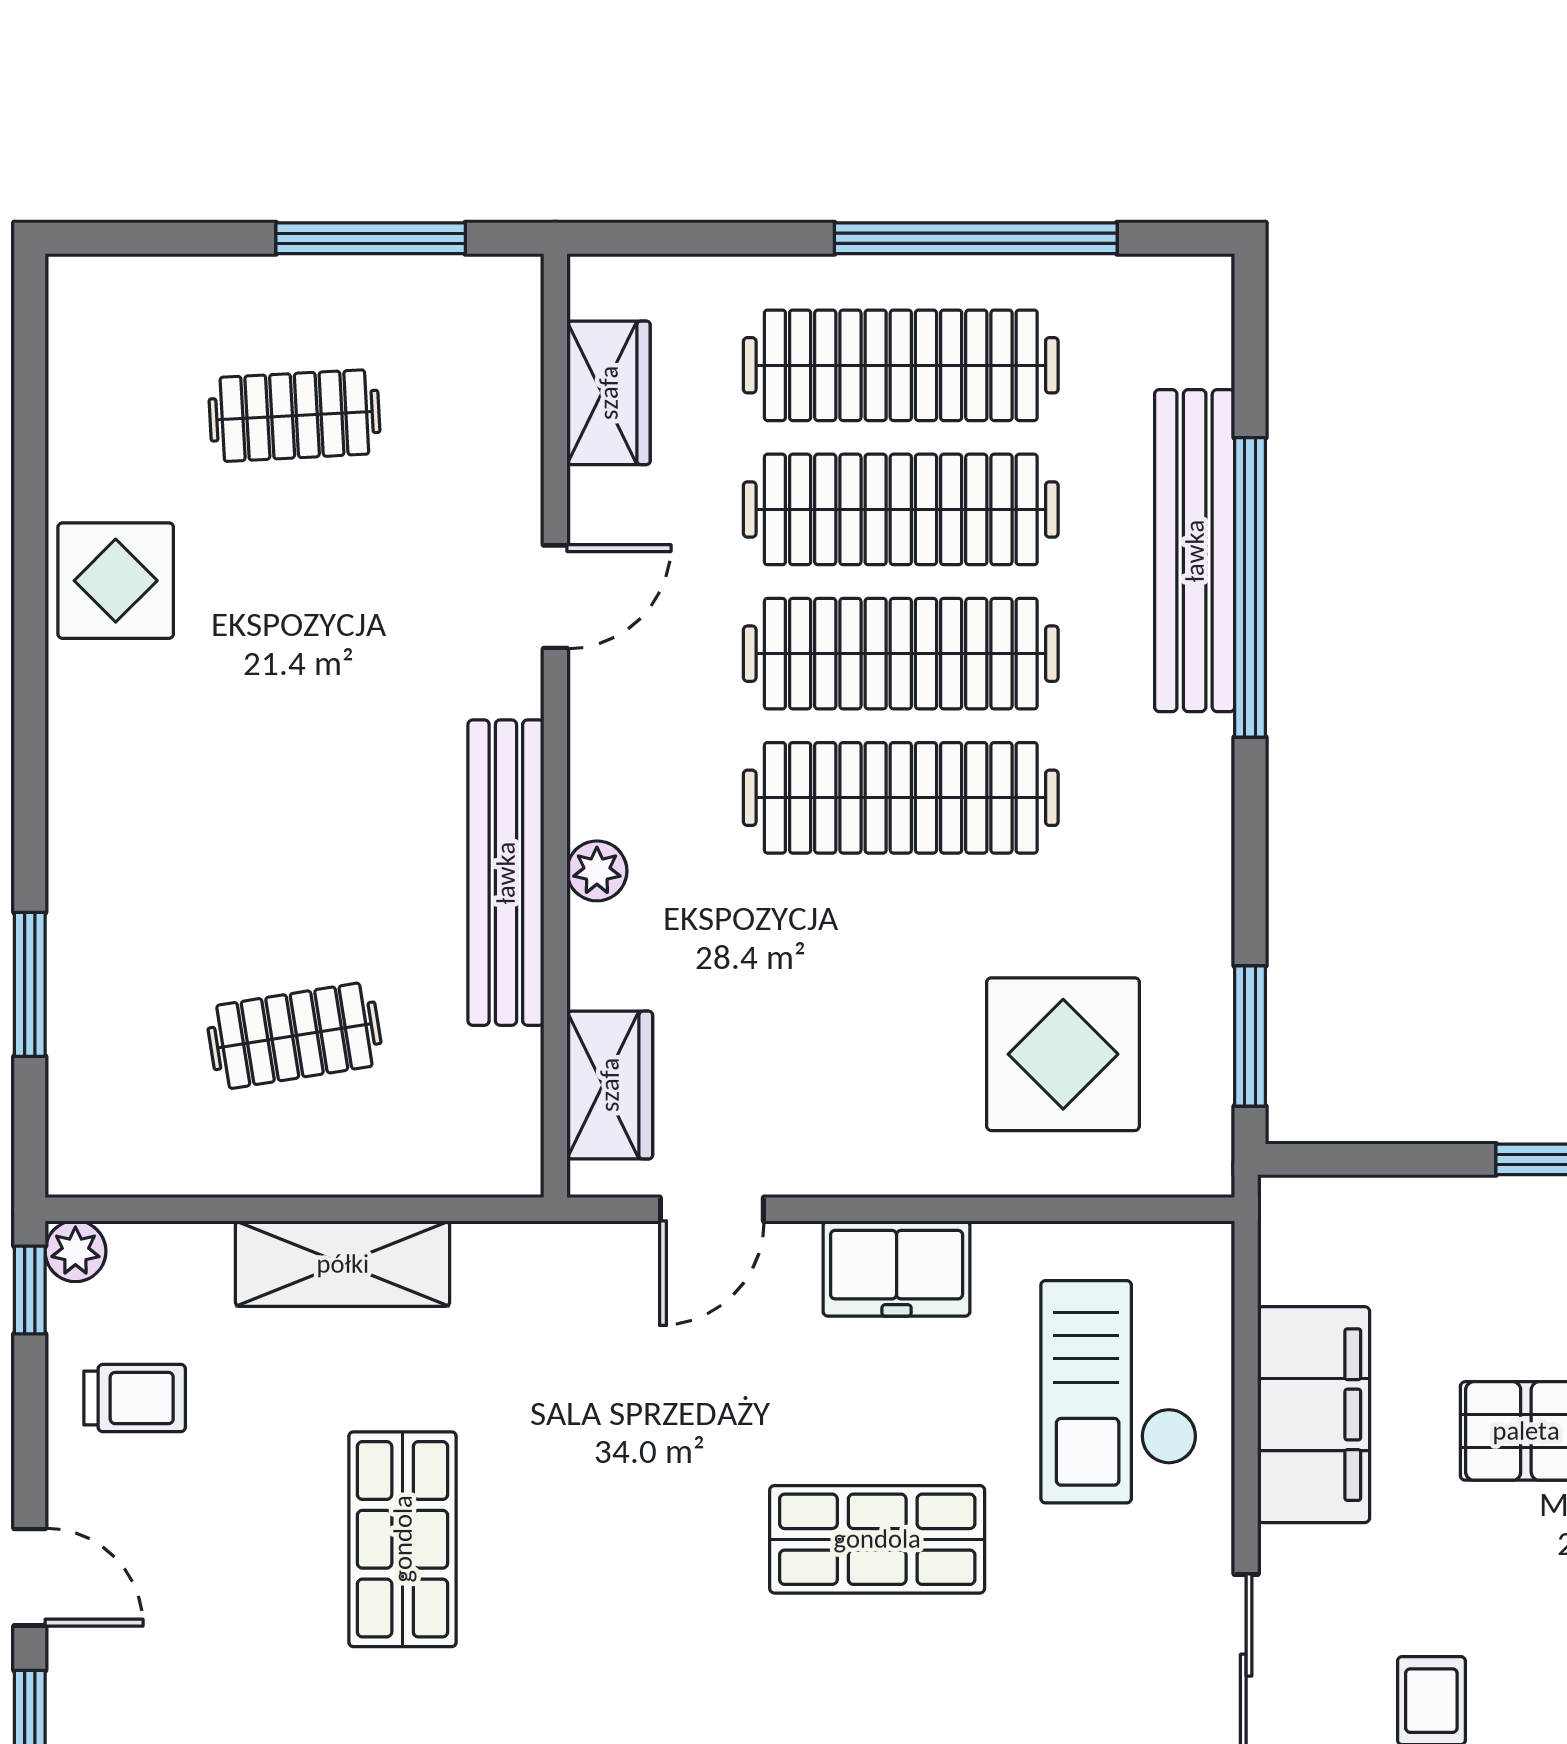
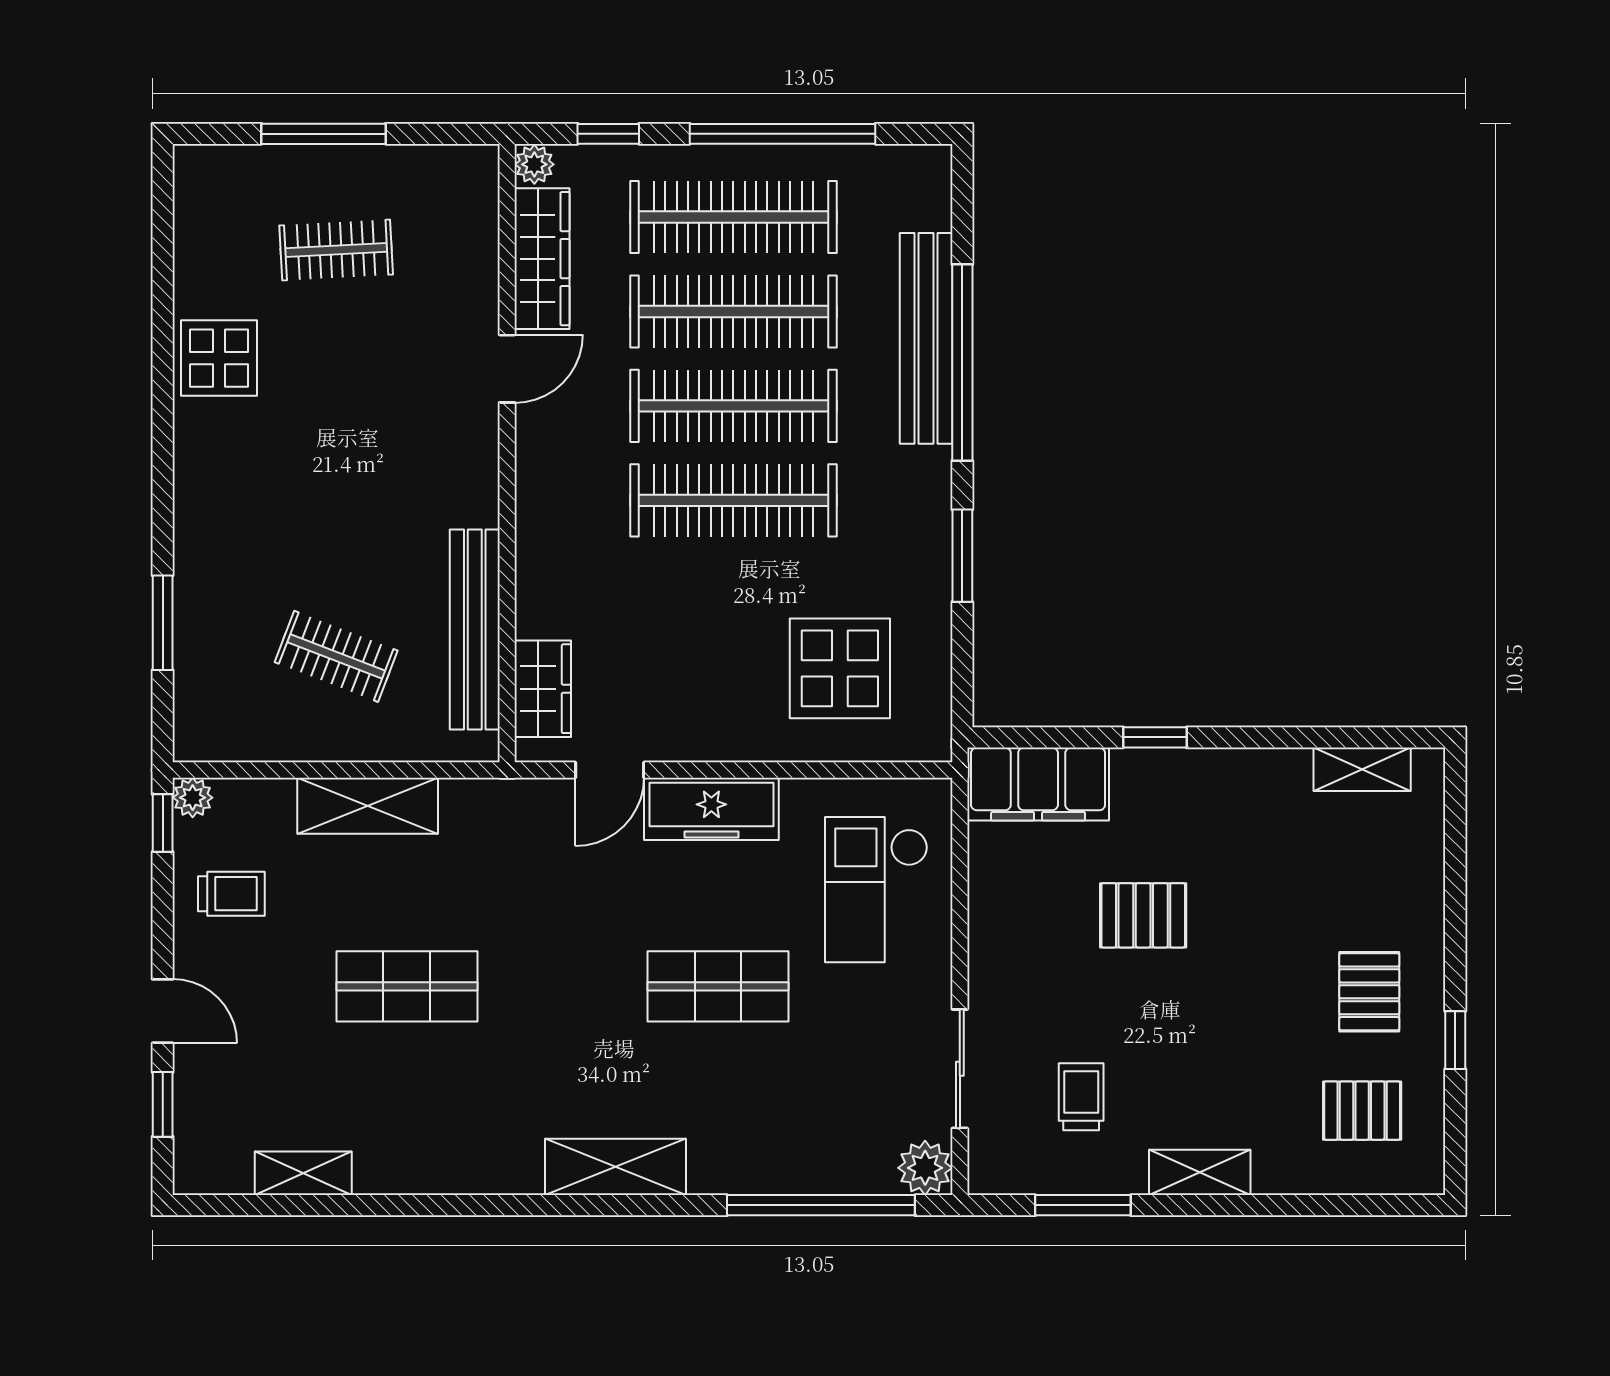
window: (371, 238) -> (323, 134), moved
window: (710, 238) -> (608, 134), added
wardrobe: (609, 393) -> (542, 259), width x1.50
plant: (597, 871) -> (534, 164), moved
bench: (506, 873) -> (475, 629), moved
clothes rail: (294, 1036) -> (336, 656), turned 30
window: (1250, 1036) -> (962, 556), moved
freezer: (897, 1268) -> (711, 809), width x1.40
filing cabinet: (1314, 1415) -> (1038, 784), moved, turned 90
shop shelf: (403, 1539) -> (407, 986), turned 90

